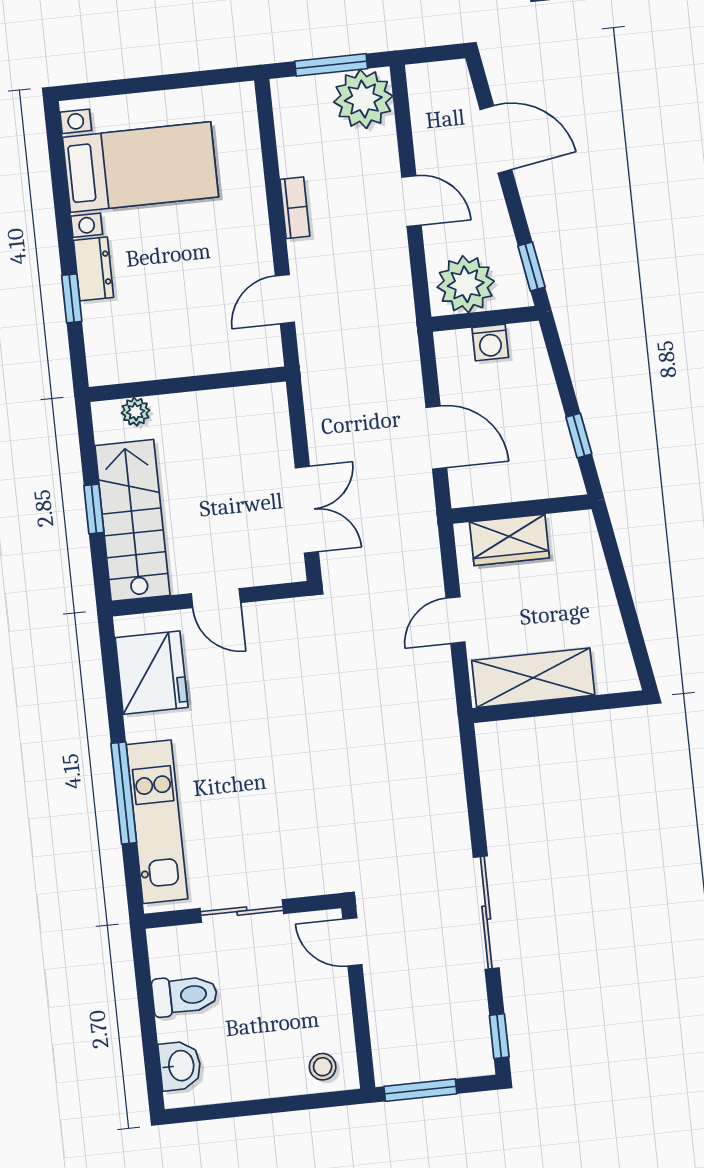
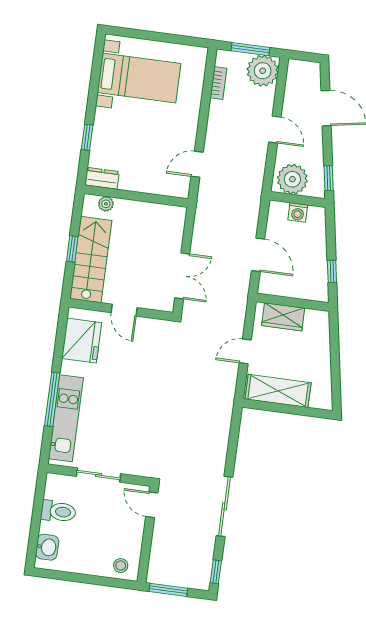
bookcase: (295, 208) -> (218, 83), moved
dresser: (93, 269) -> (102, 178), moved, turned -90

